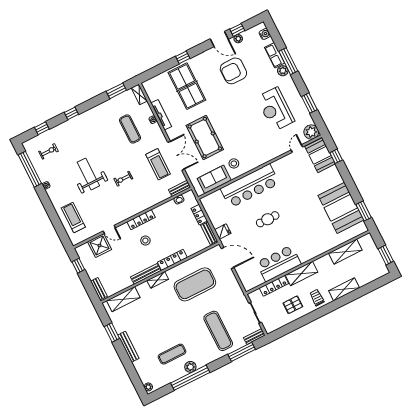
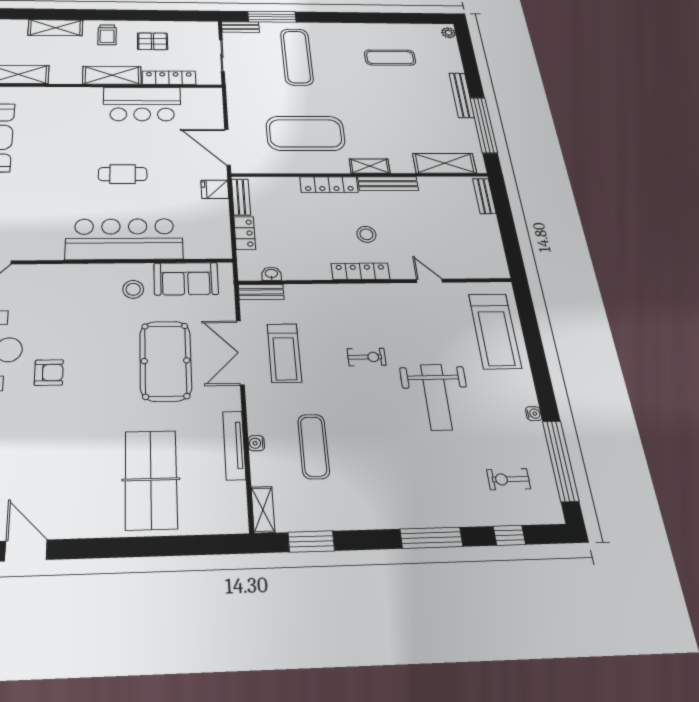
window: (183, 57) -> (129, 547), removed
armchair: (233, 71) -> (49, 373), moved, width x0.53, depth x0.53
window: (71, 113) -> (431, 538), width x2.17
treadmill: (158, 164) -> (284, 353), turned 180
treadmill: (73, 217) -> (495, 331), width x1.37, depth x1.38
shower: (100, 246) -> (459, 262), removed
window: (78, 266) -> (511, 247), removed
window: (112, 333) -> (484, 125), width x2.11
plant: (190, 367) -> (366, 30), removed
window: (190, 378) -> (373, 18), removed

